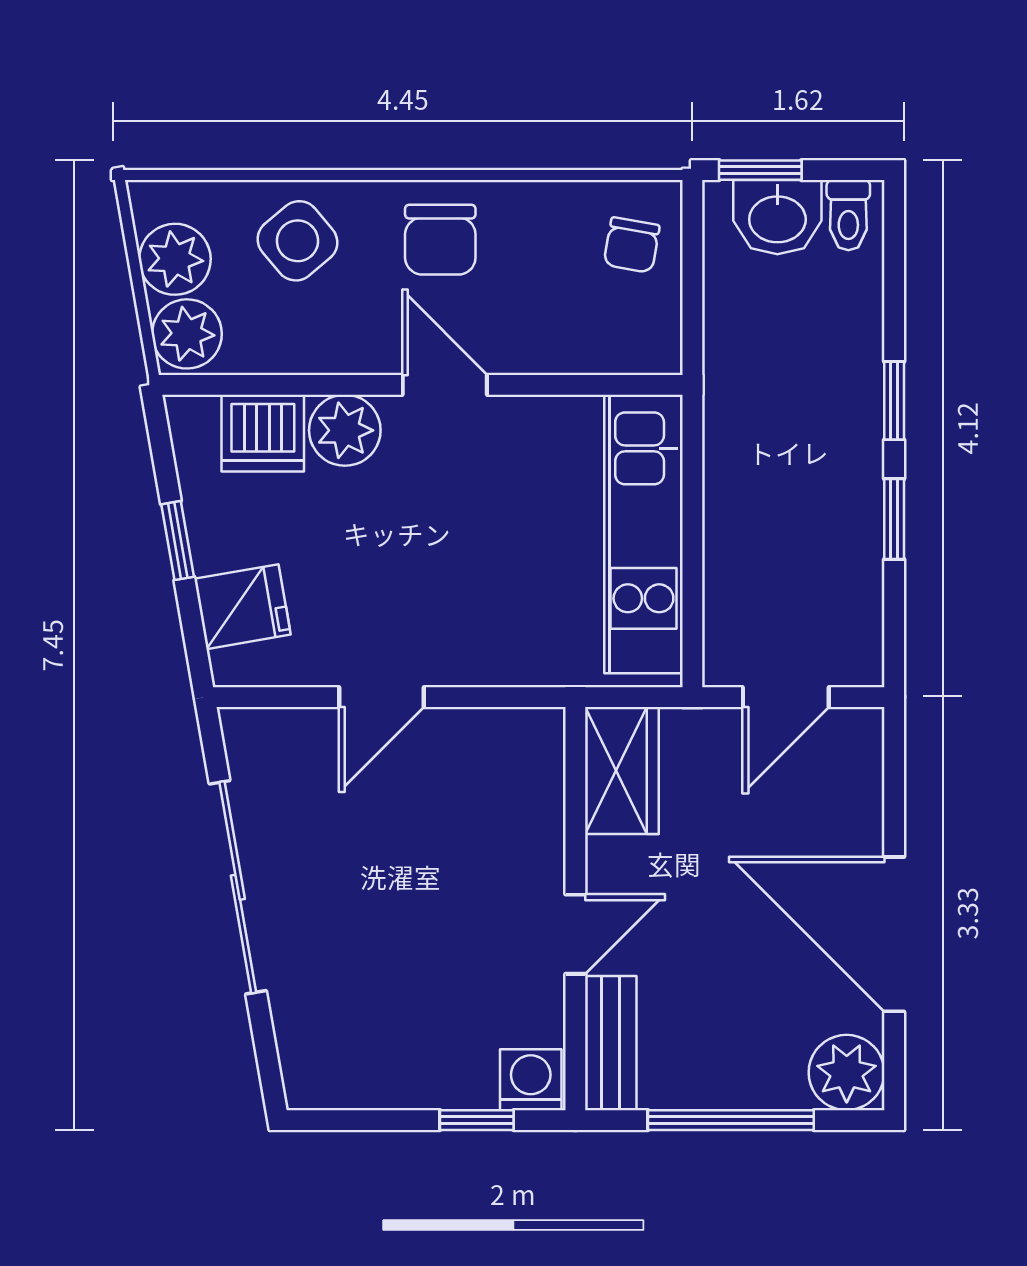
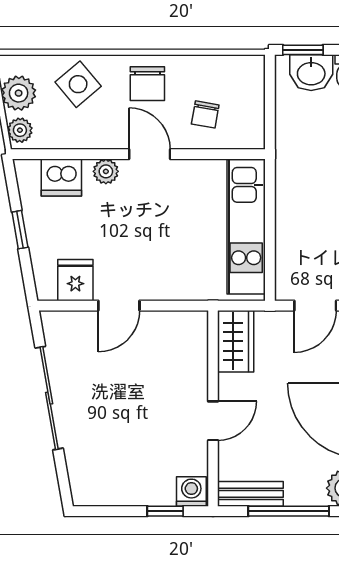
chair: (632, 245) -> (205, 114), moved
plant: (187, 334) -> (20, 130), width x0.73, depth x0.73
plant: (345, 430) -> (106, 171), width x0.73, depth x0.73
fridge: (242, 607) -> (75, 280), moved, turned -80
bench: (611, 1043) -> (250, 494), moved, turned 90

